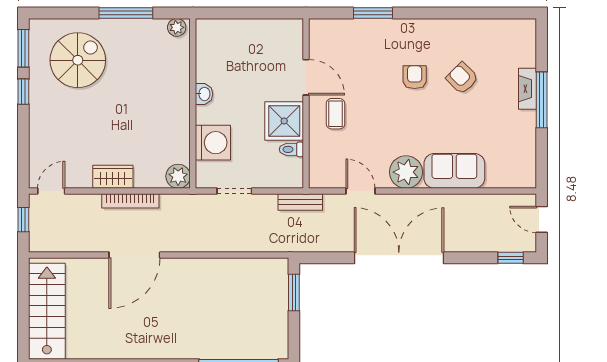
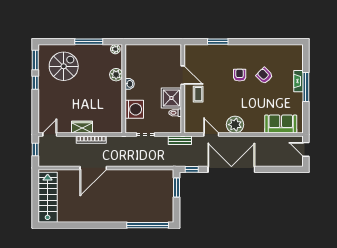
sofa: (454, 171) -> (281, 124), moved
plant: (178, 176) -> (116, 75), moved
window: (511, 258) -> (192, 169), moved

